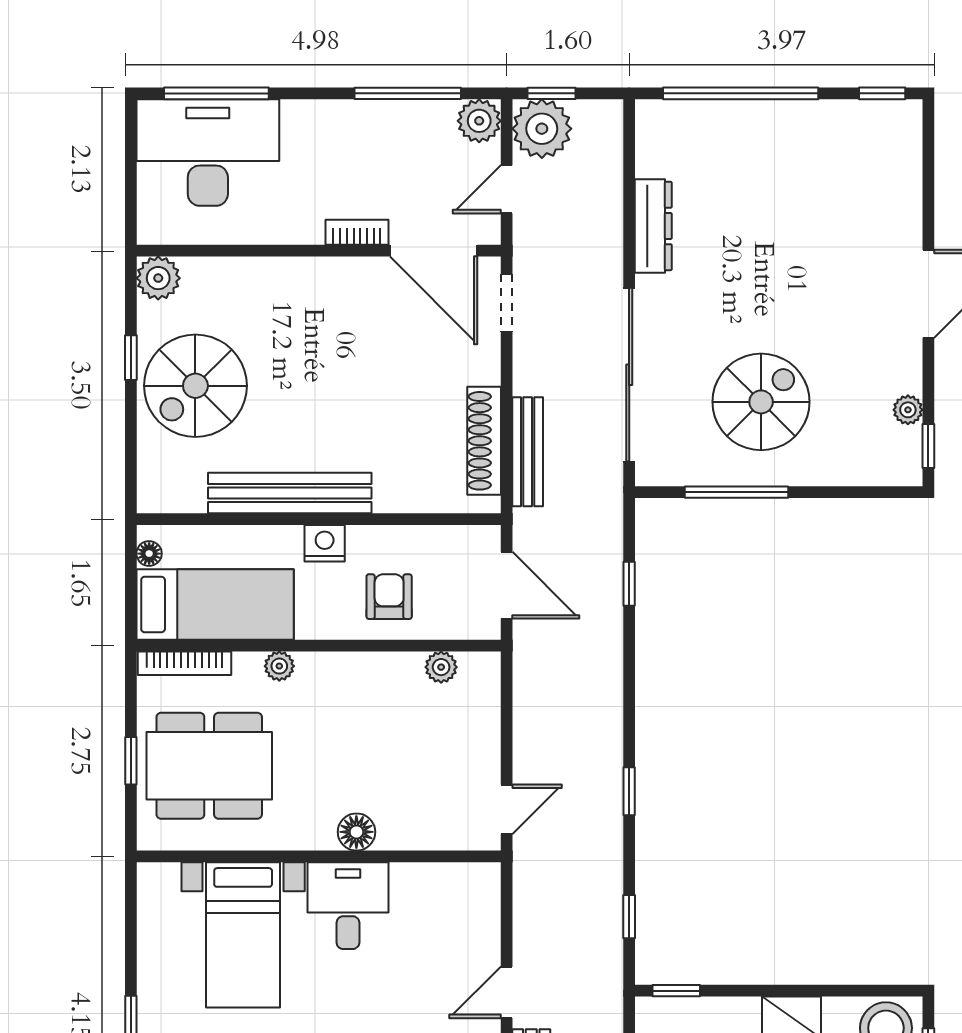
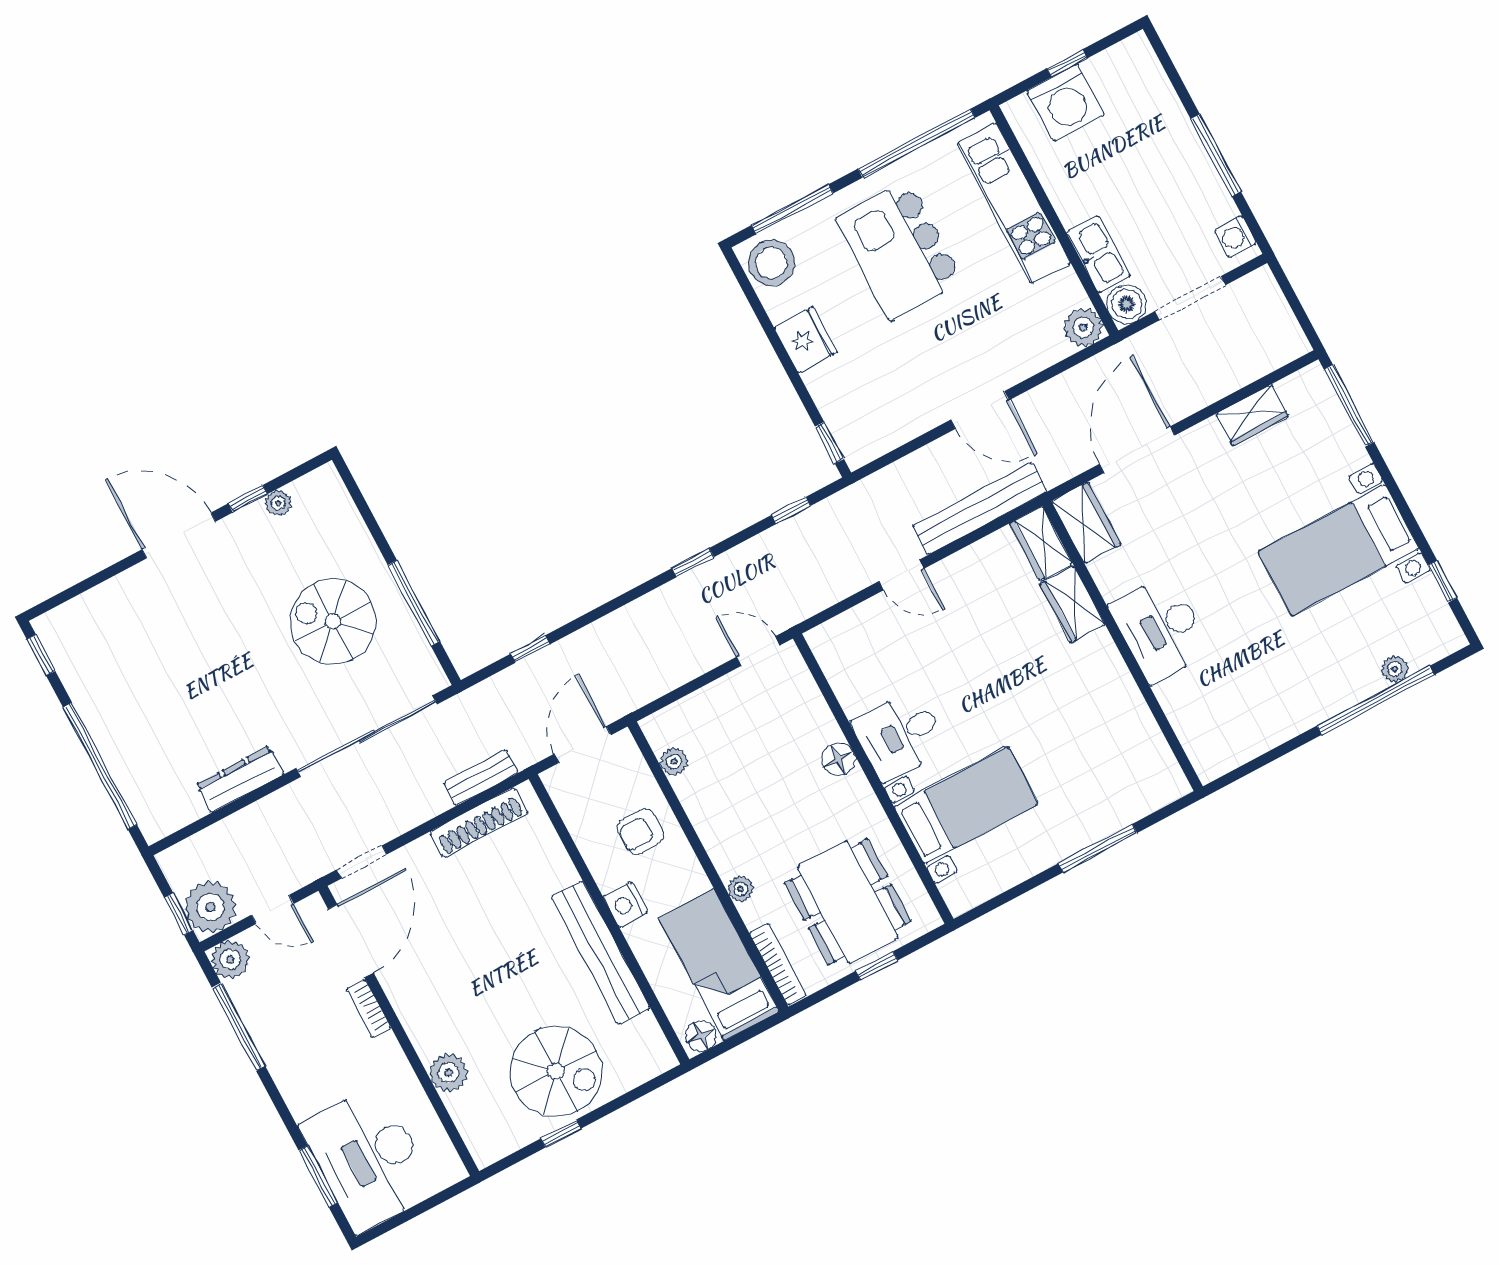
window: (216, 93) -> (318, 1177), width x0.69
plant: (158, 278) -> (449, 1073), moved
window: (928, 446) -> (248, 499), moved
bench: (528, 452) -> (481, 778), width x0.73
floor lamp: (149, 554) -> (701, 1036), width x1.37, depth x1.37

